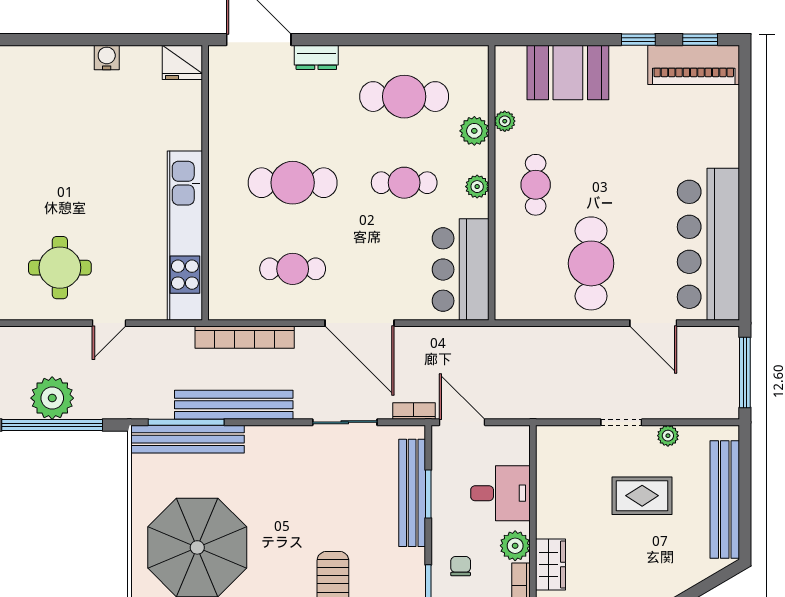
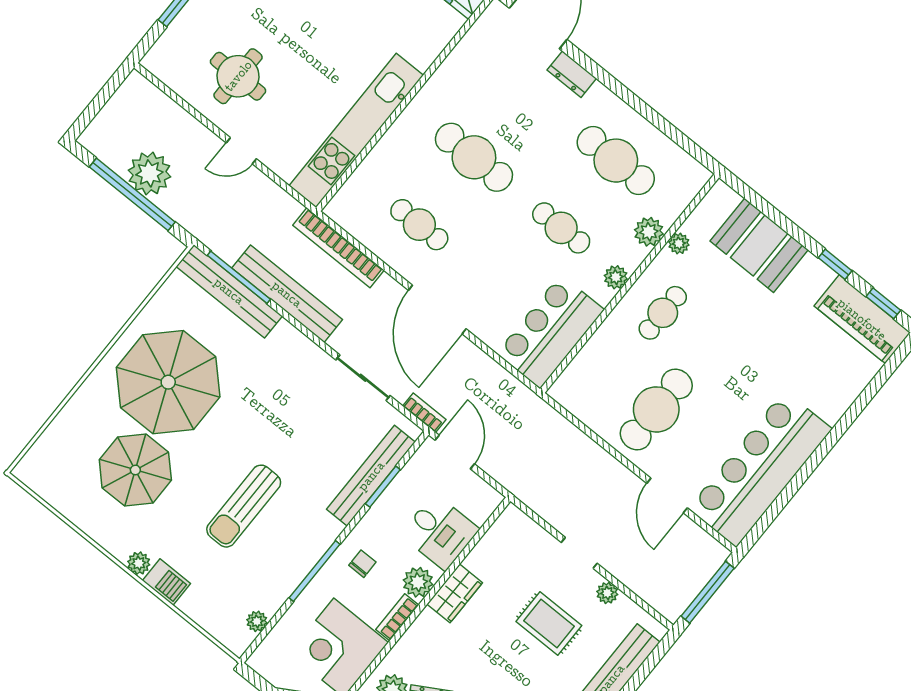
wardrobe: (551, 565) -> (455, 593), moved

